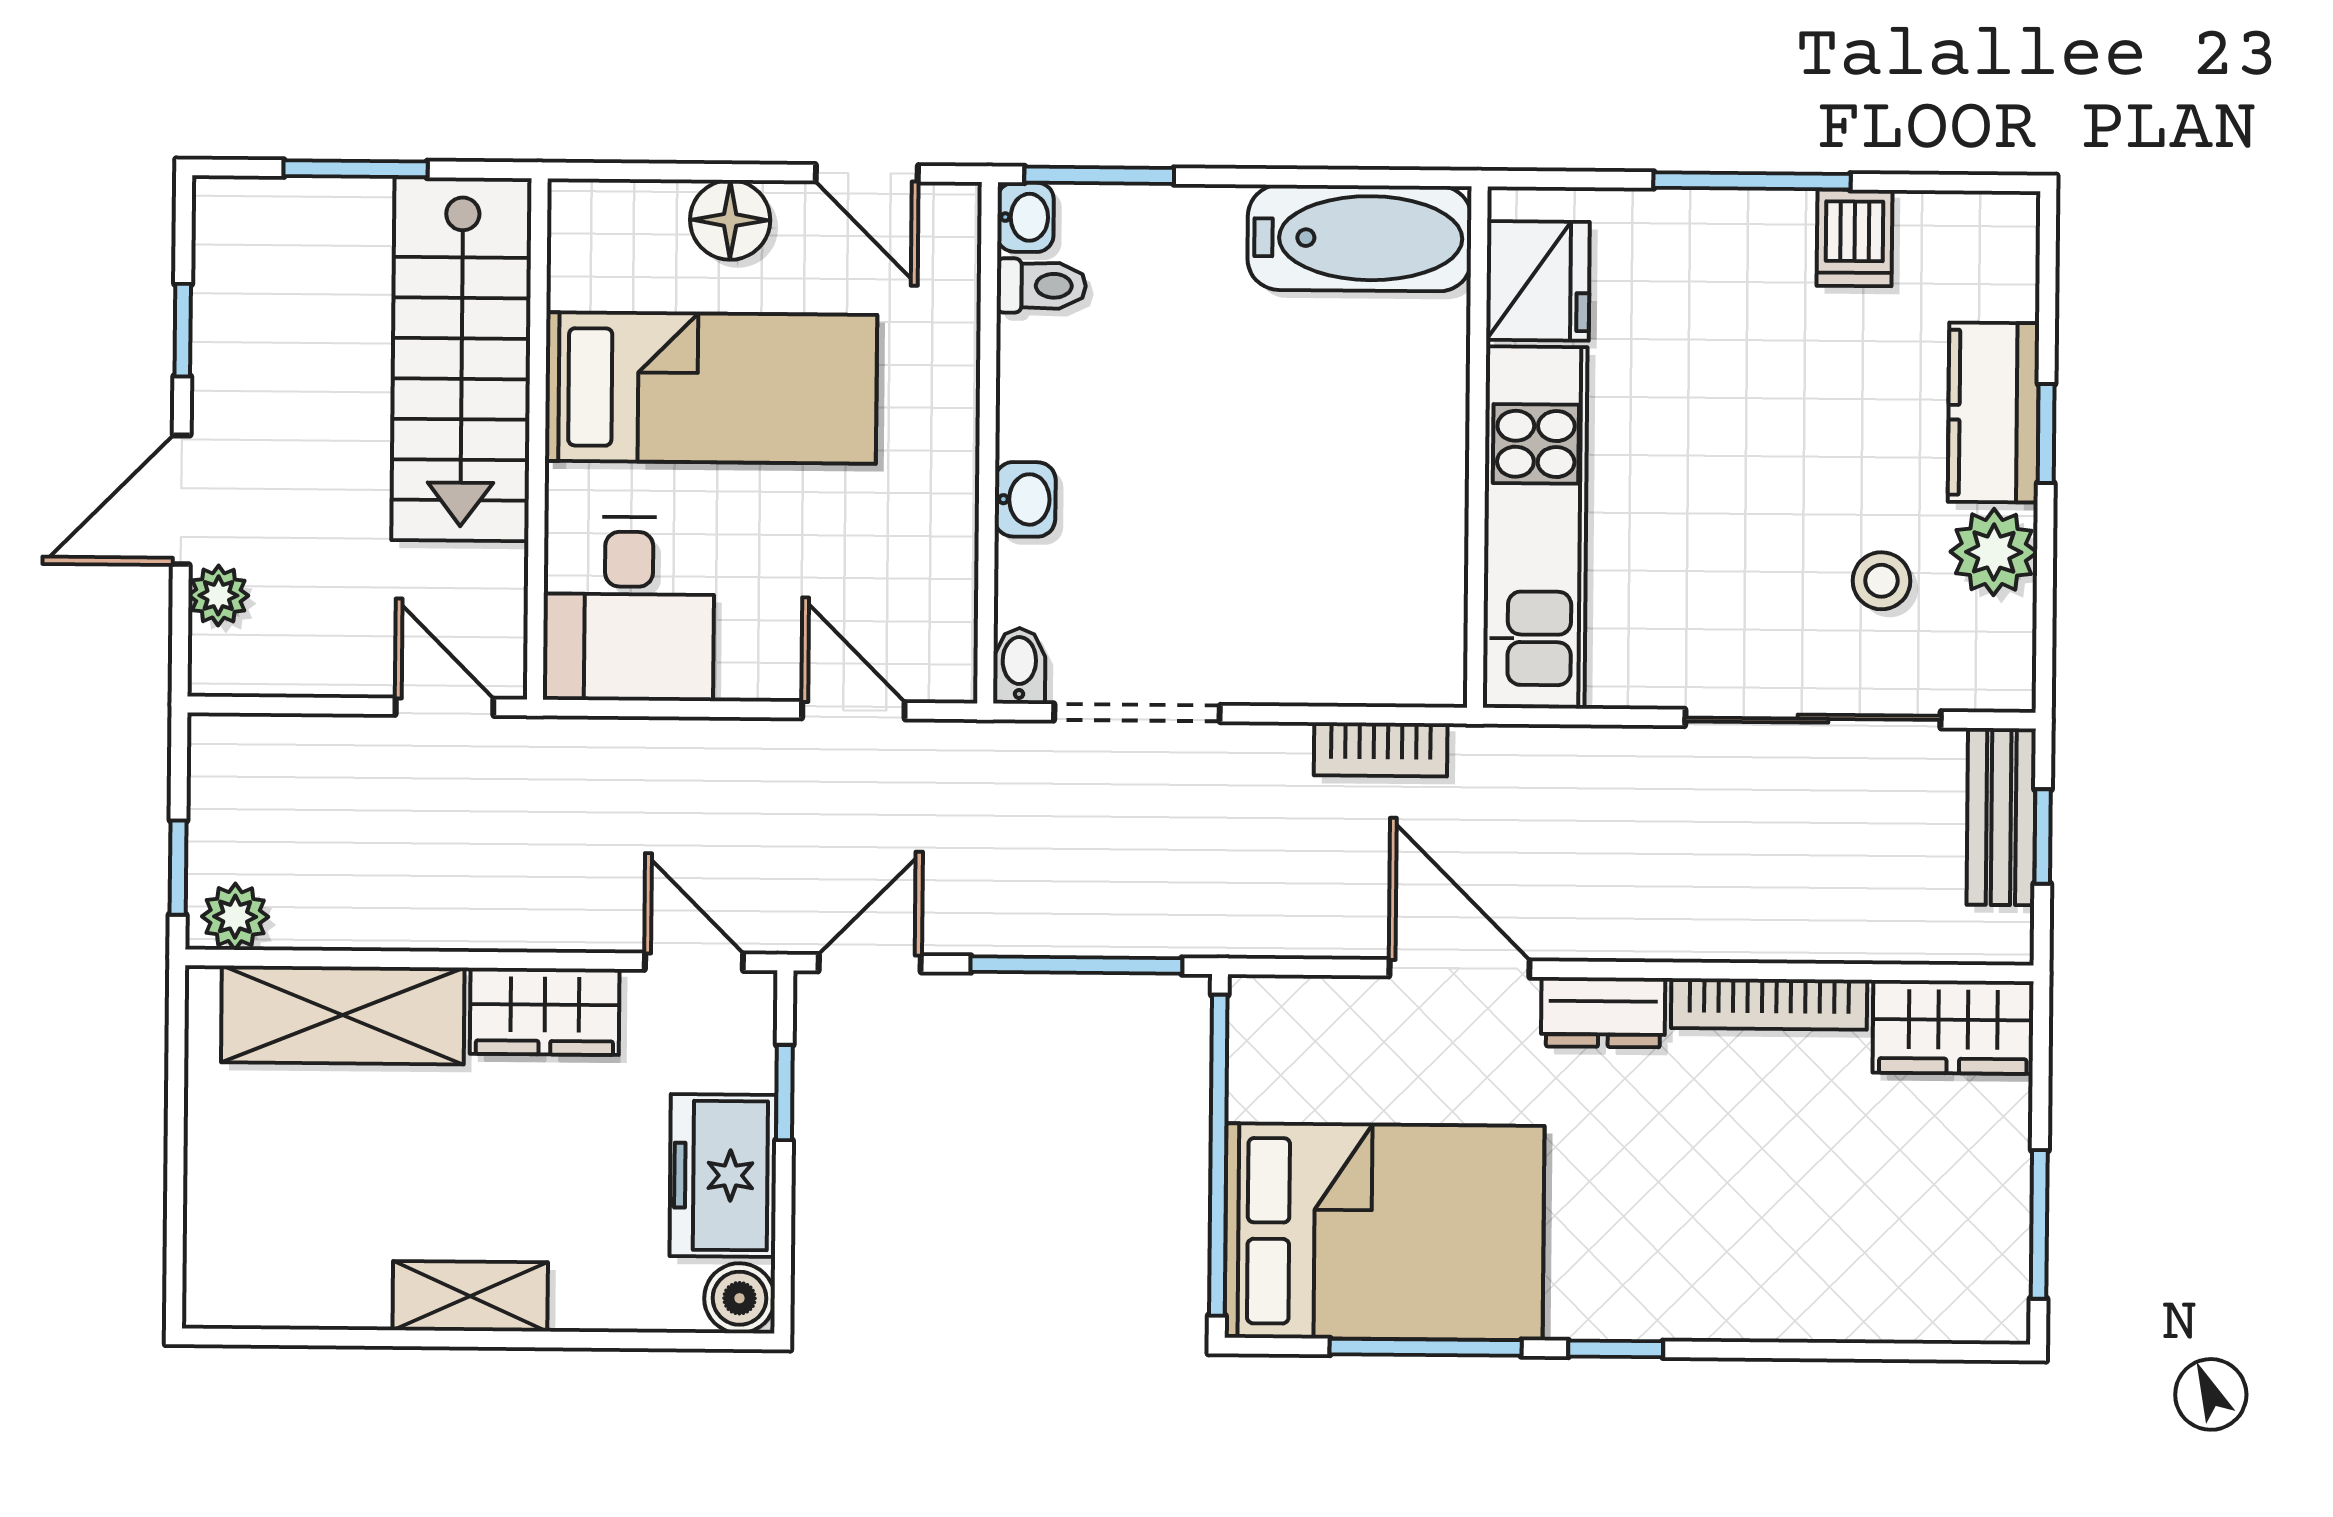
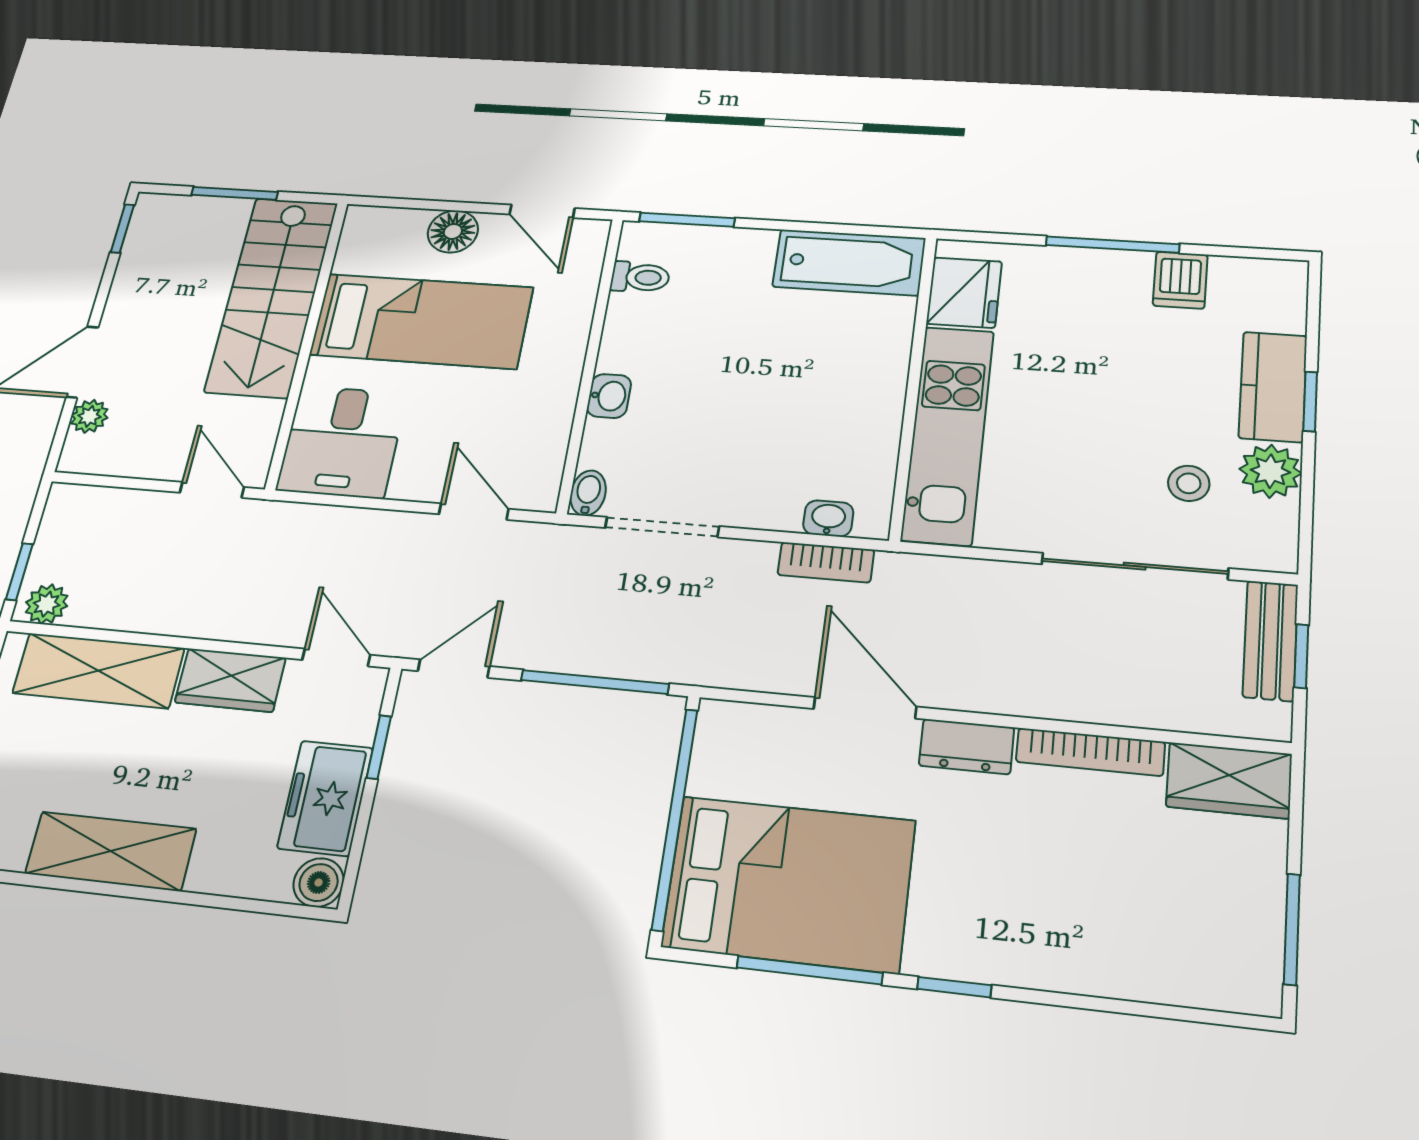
washbasin: (1025, 217) -> (828, 518), moved, turned -90
window: (183, 330) -> (122, 228), moved
shelving: (470, 1296) -> (111, 851), width x1.50, depth x1.33

